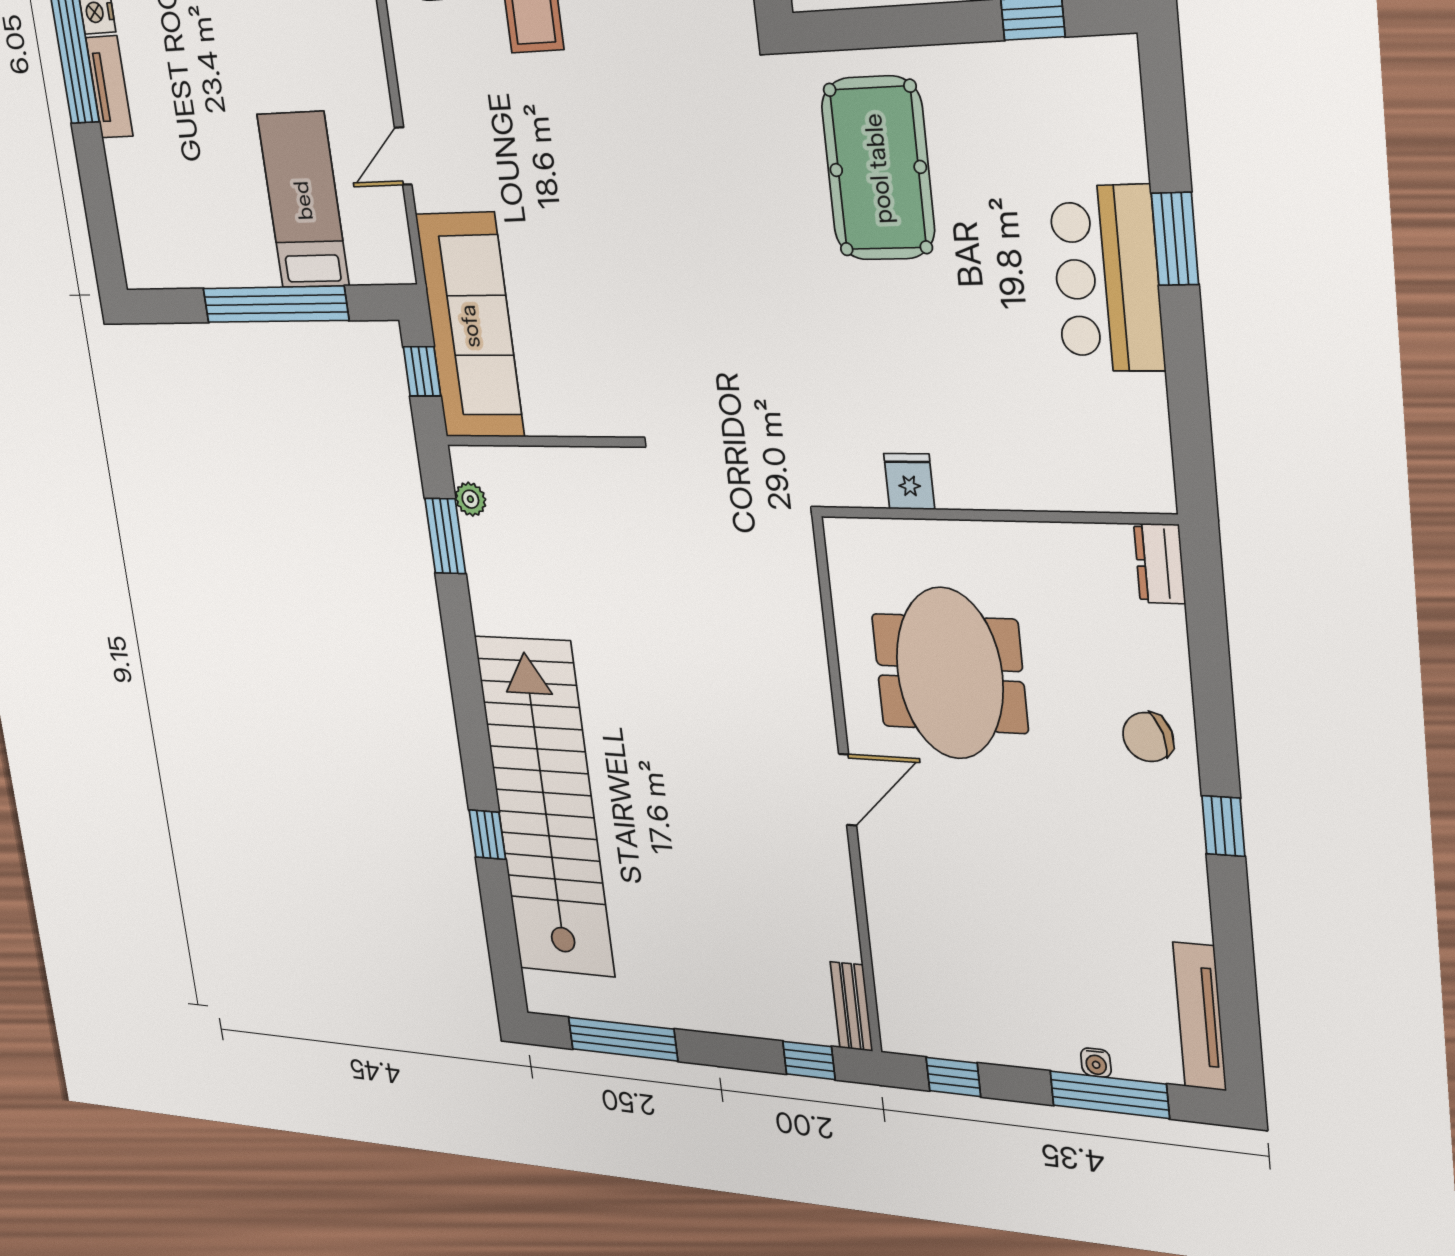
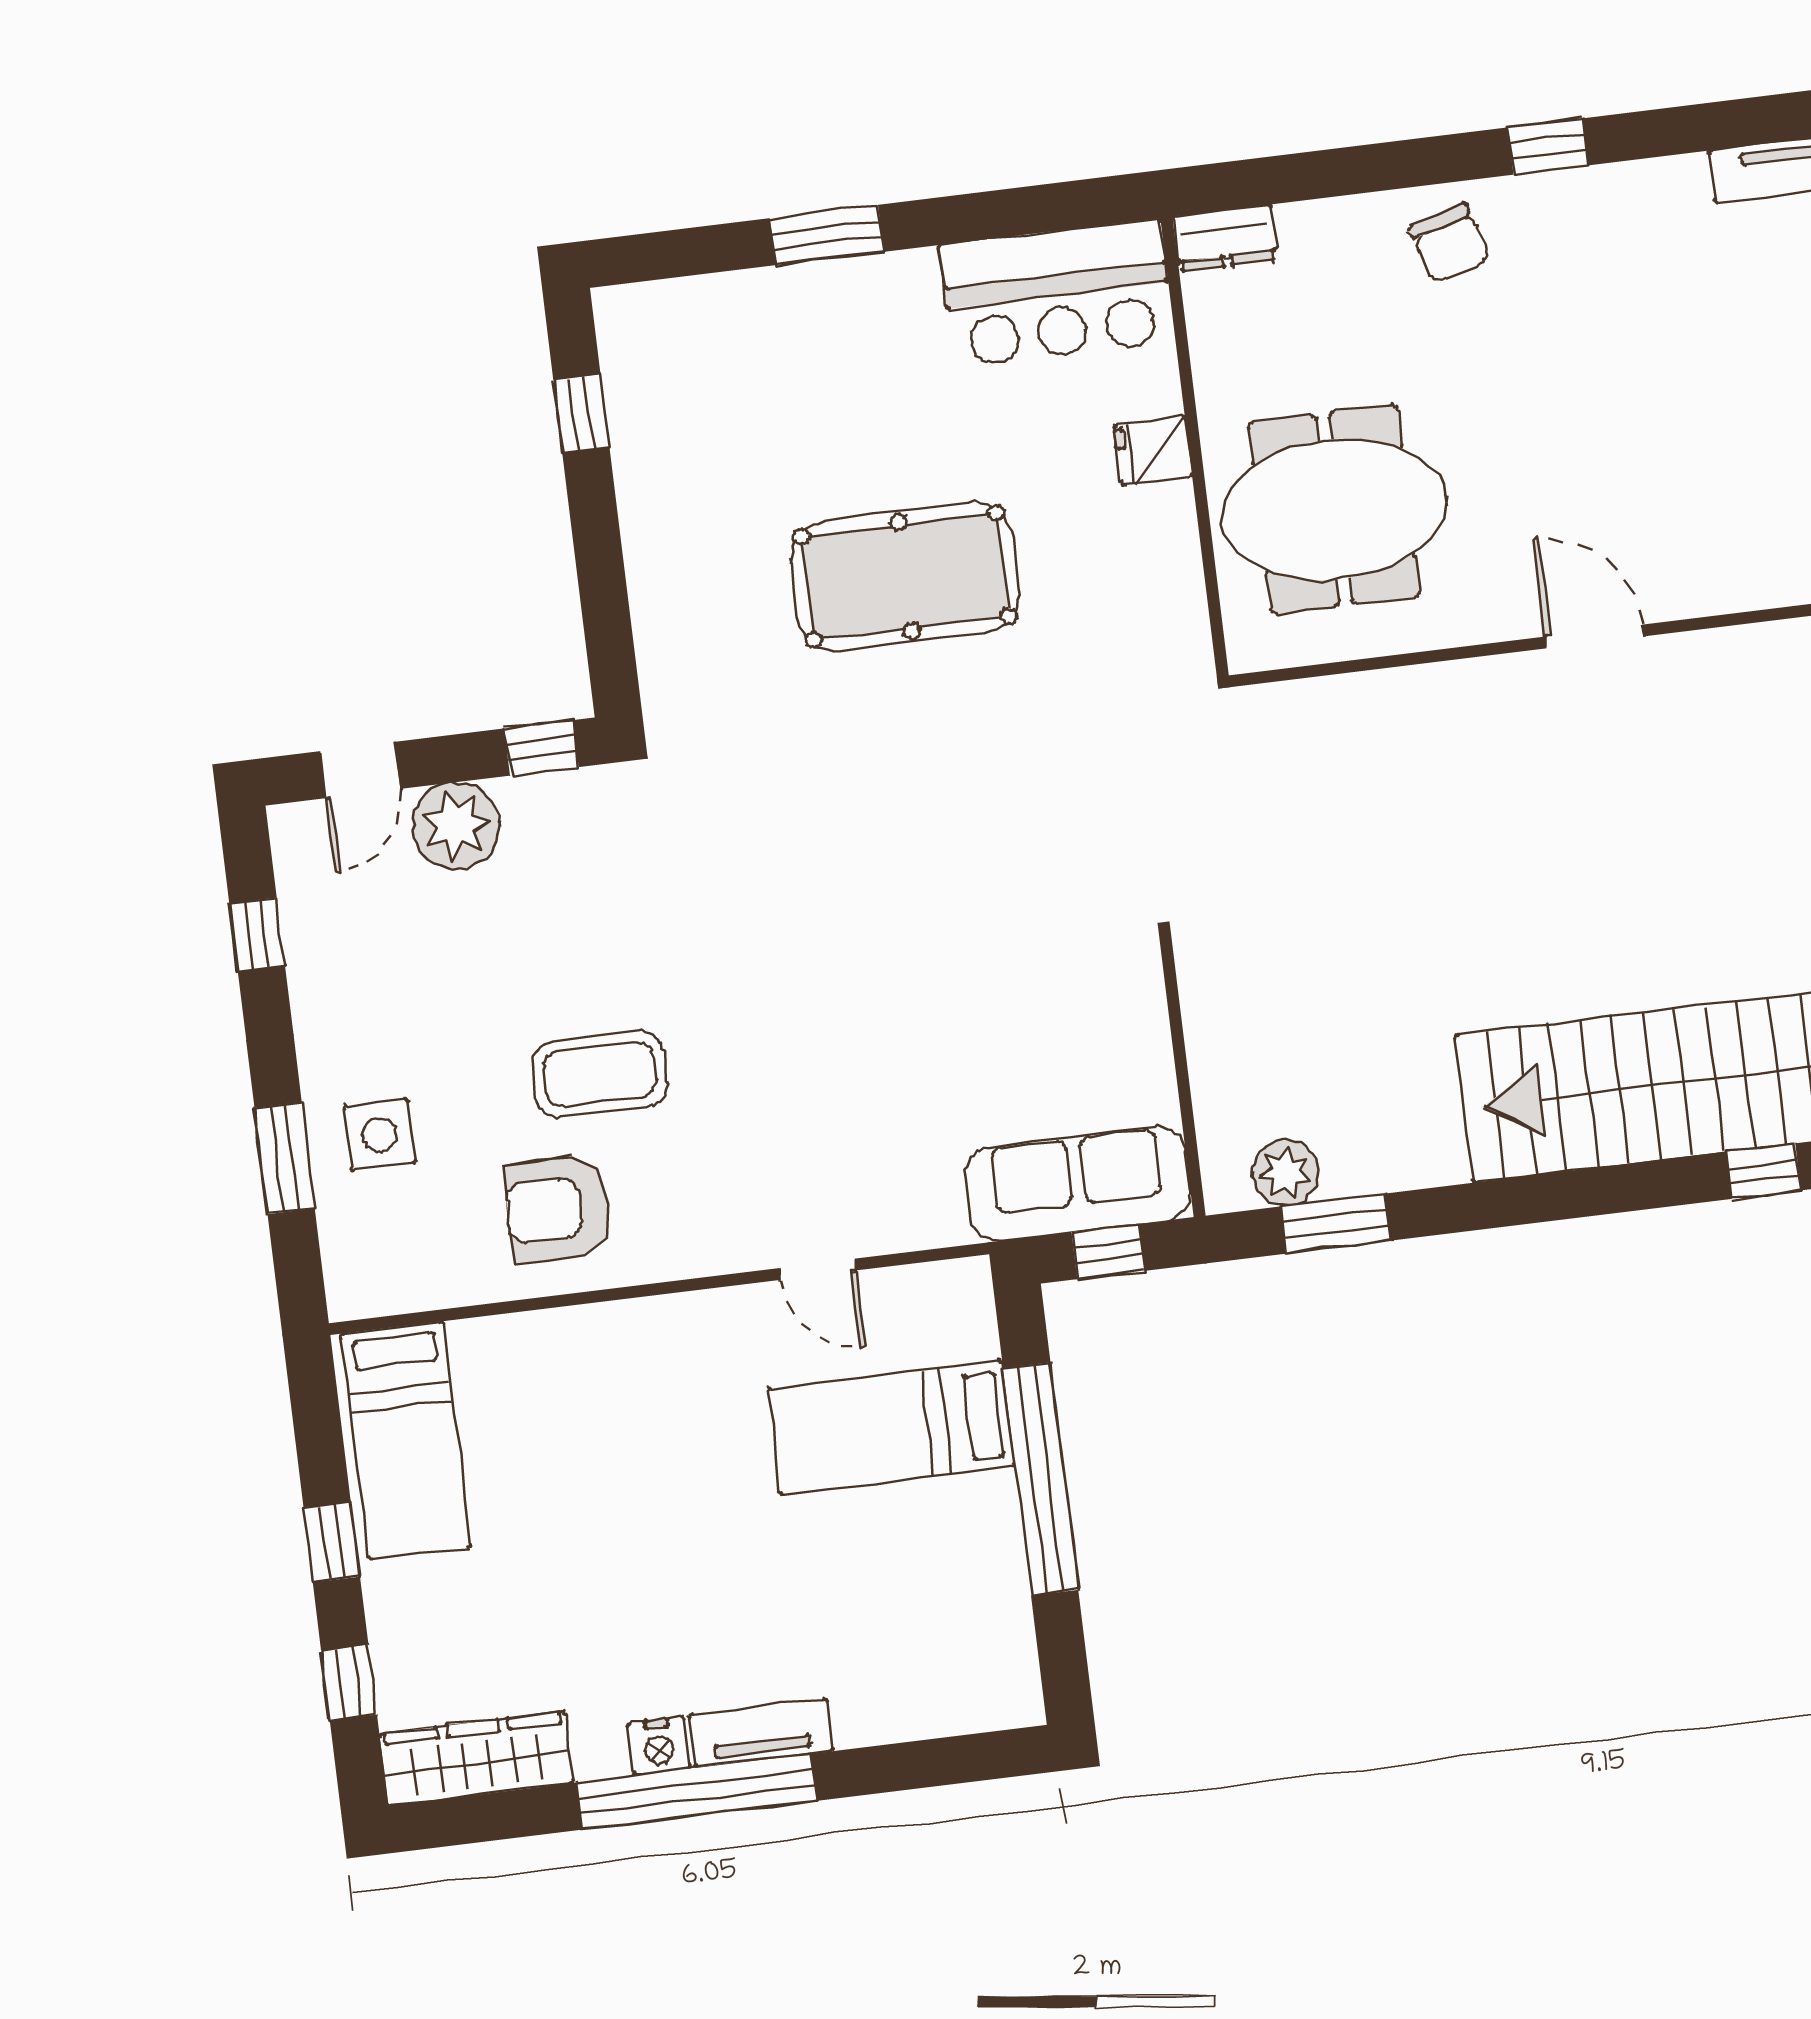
pool table: (878, 168) -> (905, 576), moved
bar counter: (1107, 279) -> (1057, 293), moved
sofa: (470, 326) -> (1078, 1184), width x0.74, depth x0.79
fridge: (909, 481) -> (1153, 451), moved
plant: (470, 499) -> (1285, 1173), width x1.38, depth x1.38
meeting table: (950, 673) -> (1334, 509), moved

